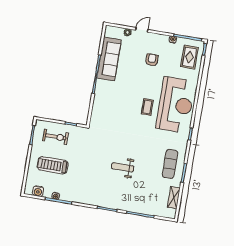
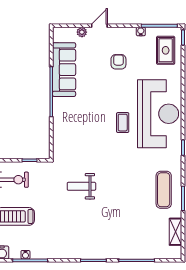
weight bench: (123, 167) -> (81, 186), moved

